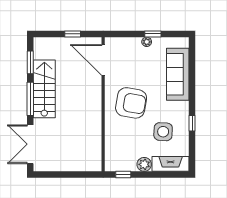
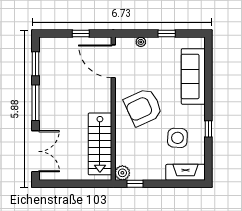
plant: (147, 42) -> (141, 42), moved
stairs: (44, 89) -> (100, 144), moved, turned 180
armchair: (131, 103) -> (143, 107), turned 145
double door: (30, 144) -> (35, 151), swing flipped
plant: (144, 164) -> (122, 173), moved

